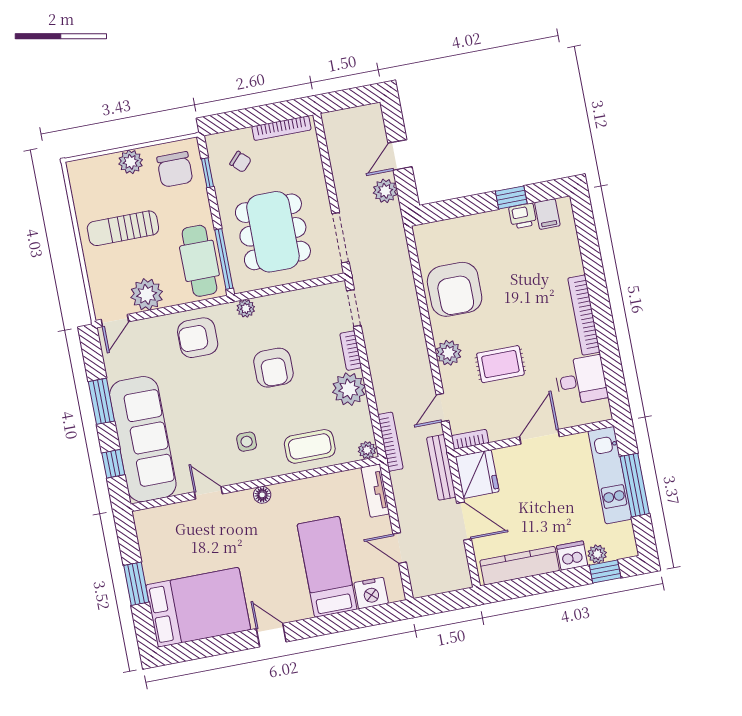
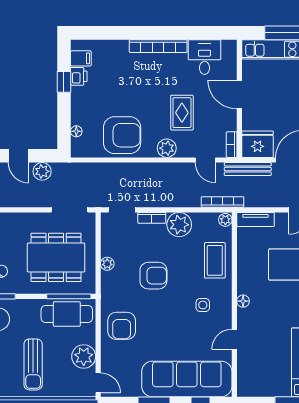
floor lamp: (448, 227) -> (76, 131), added
plant: (246, 308) -> (107, 264), moved

